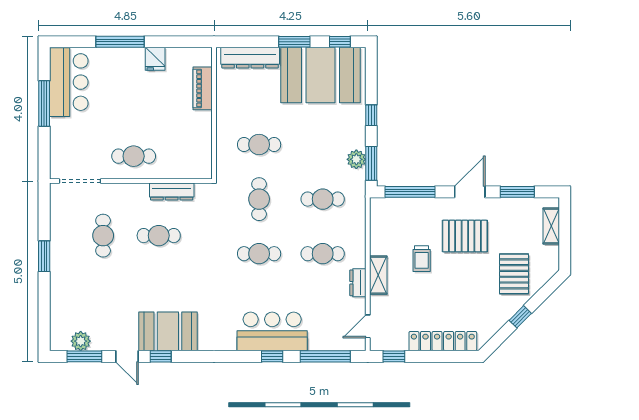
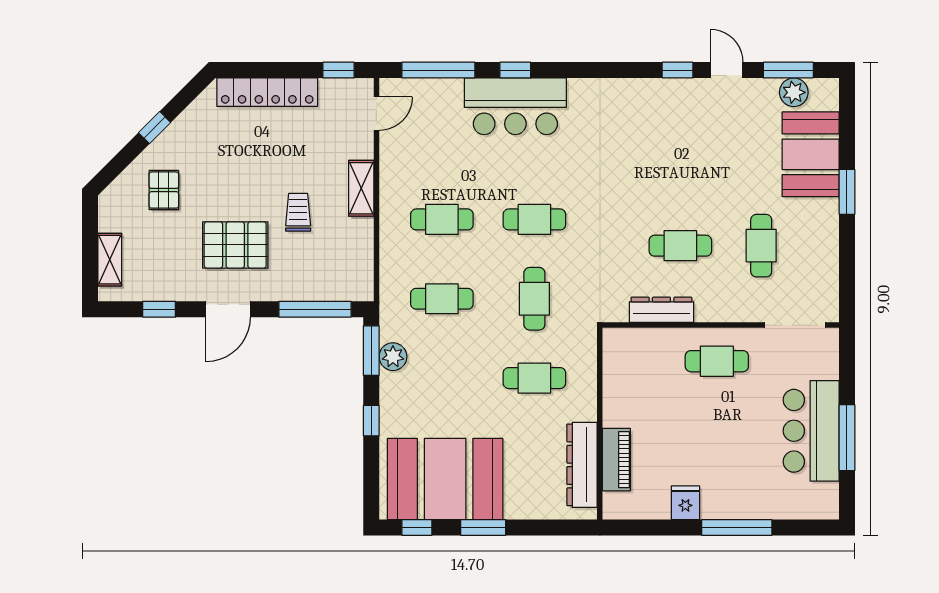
dresser: (250, 58) -> (582, 465), moved, turned -90
bar counter: (69, 82) -> (811, 431), moved
window: (517, 192) -> (159, 309), width x0.67
window: (44, 256) -> (847, 192), moved
pallet: (514, 274) -> (164, 190), width x0.67, depth x0.71
dresser: (358, 283) -> (391, 177), removed
booth: (168, 331) -> (811, 154), moved, turned 90

